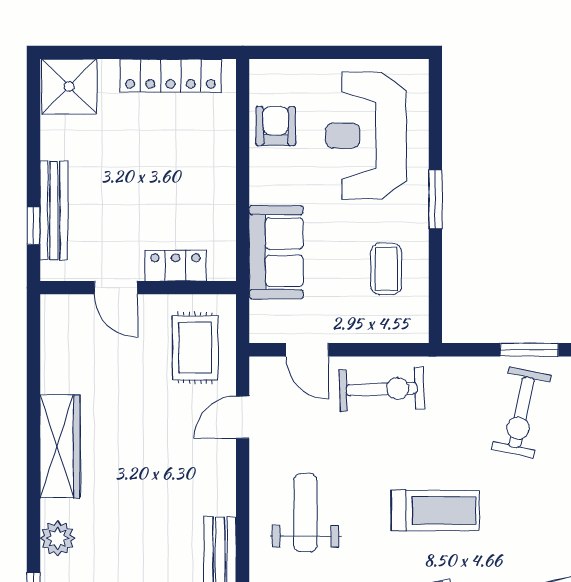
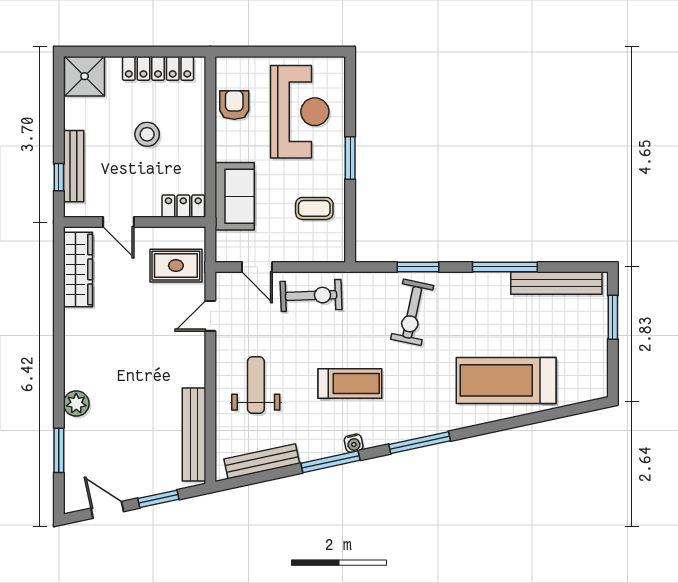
reception desk: (366, 135) -> (300, 112), turned 180
stool: (155, 167) -> (147, 134), added
locker: (175, 266) -> (183, 206), moved
coffee table: (386, 269) -> (314, 208), turned 90
rug: (195, 348) -> (176, 266), turned 90
wardrobe: (60, 446) -> (78, 269), moved

